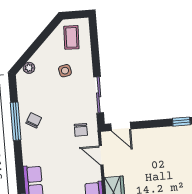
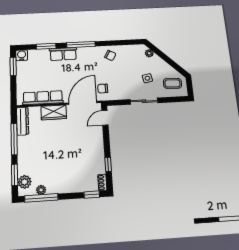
sliding door: (99, 95) -> (144, 101), moved
window: (16, 121) -> (81, 45), moved
door: (101, 155) -> (83, 103), width x1.88

